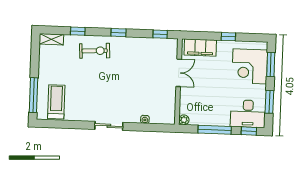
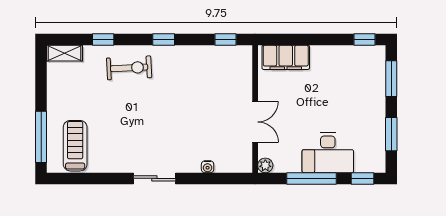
window: (228, 37) -> (364, 39), moved
corner desk: (250, 66) -> (360, 83), removed
double door: (179, 73) -> (255, 122), moved
desk: (248, 114) -> (328, 153), moved

